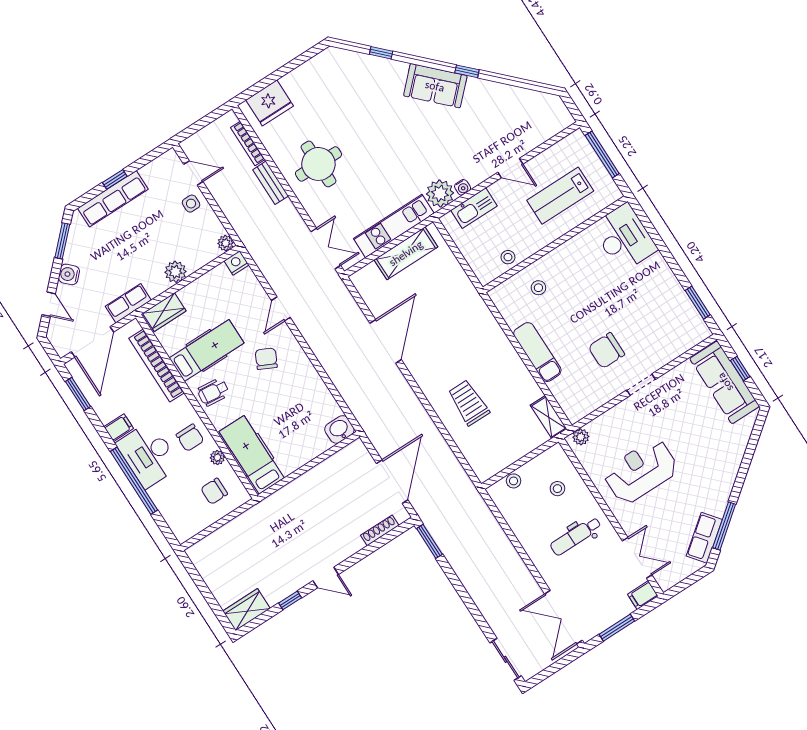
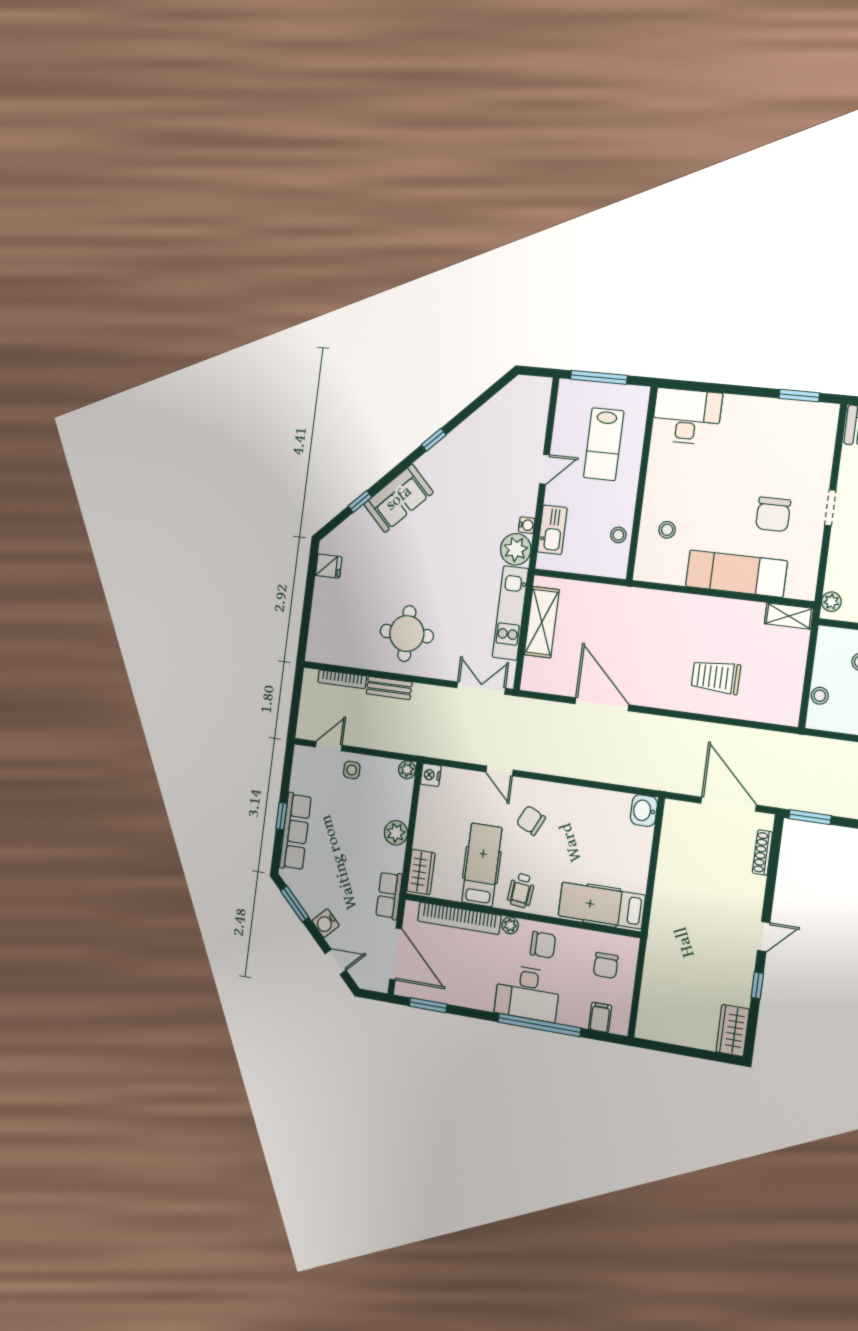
sofa: (435, 86) -> (399, 498), moved
fridge: (270, 103) -> (329, 566), moved, width x0.53, depth x0.75
exam couch: (537, 352) -> (736, 574), width x1.36, depth x1.45
filing cabinet: (119, 428) -> (600, 1017), moved
plant: (217, 458) -> (510, 925), moved

